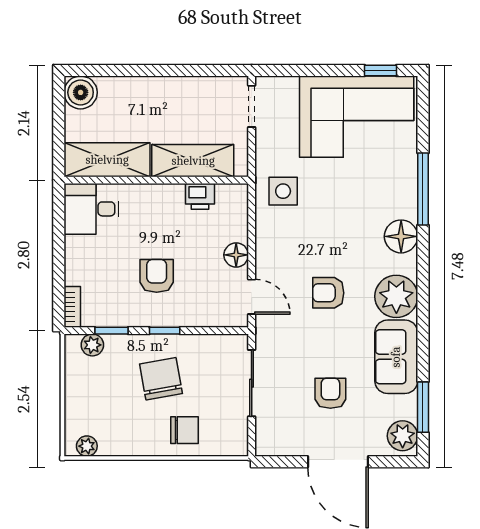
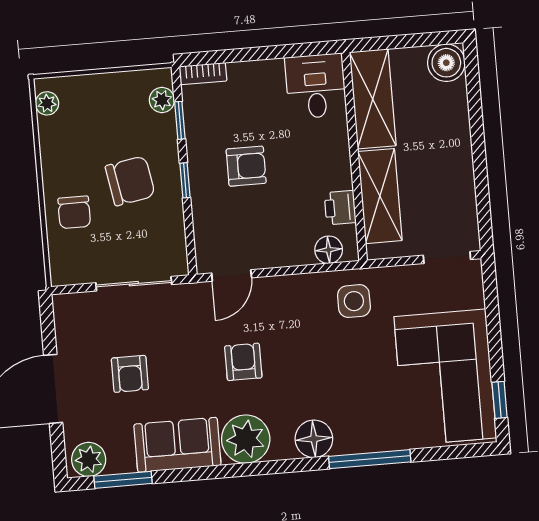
floor lamp: (236, 255) -> (329, 250), moved
armchair: (330, 393) -> (130, 374), turned 90

